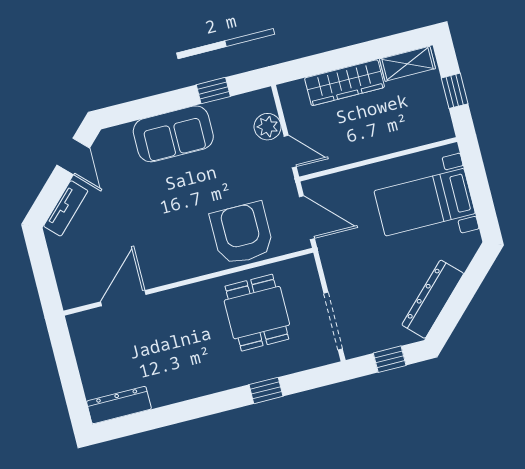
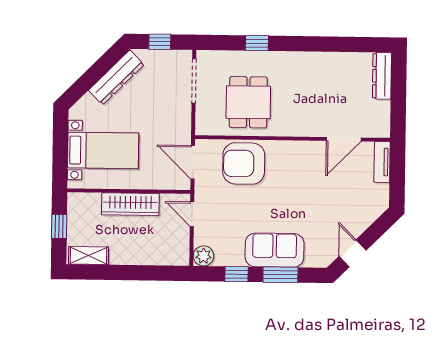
wardrobe: (345, 83) -> (130, 204), moved, turned 180
window: (158, 105) -> (280, 275), added
plant: (268, 127) -> (204, 256), moved
tv unit: (66, 208) -> (382, 162), moved, turned -45
armchair: (242, 233) -> (244, 163), turned 90
dresser: (119, 405) -> (382, 76), moved, turned 90

